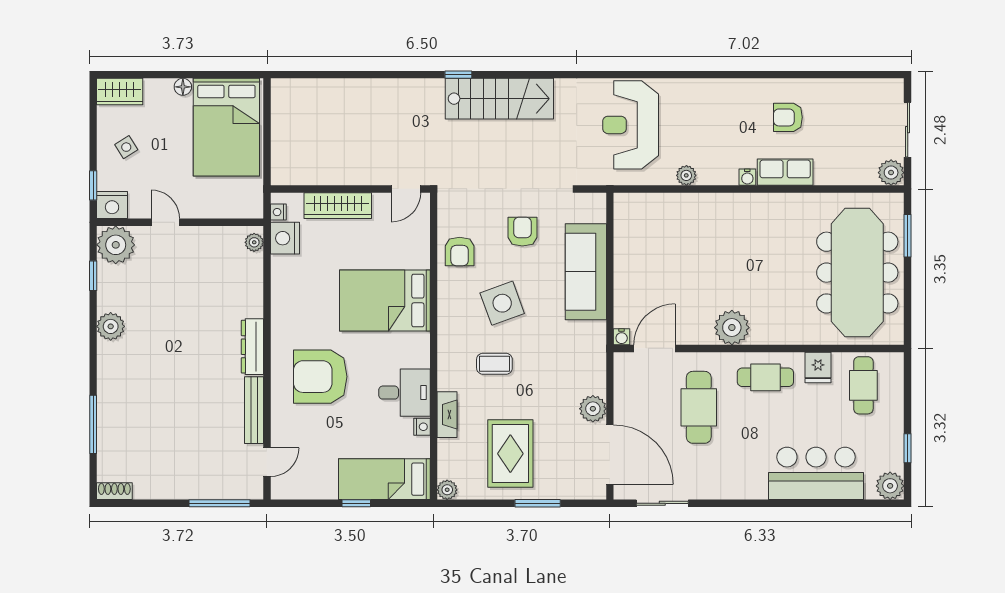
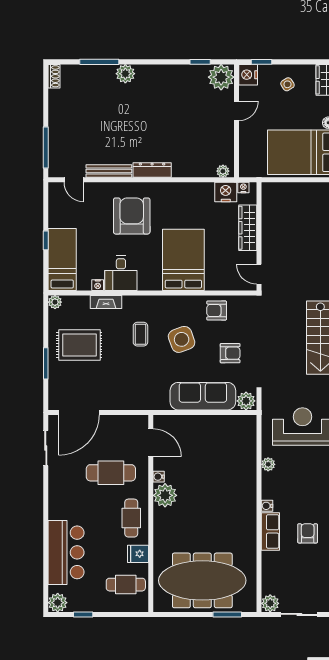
plant: (111, 326) -> (125, 74), moved
water cooler: (622, 337) -> (159, 477), moved
plant: (593, 409) -> (246, 401), moved

